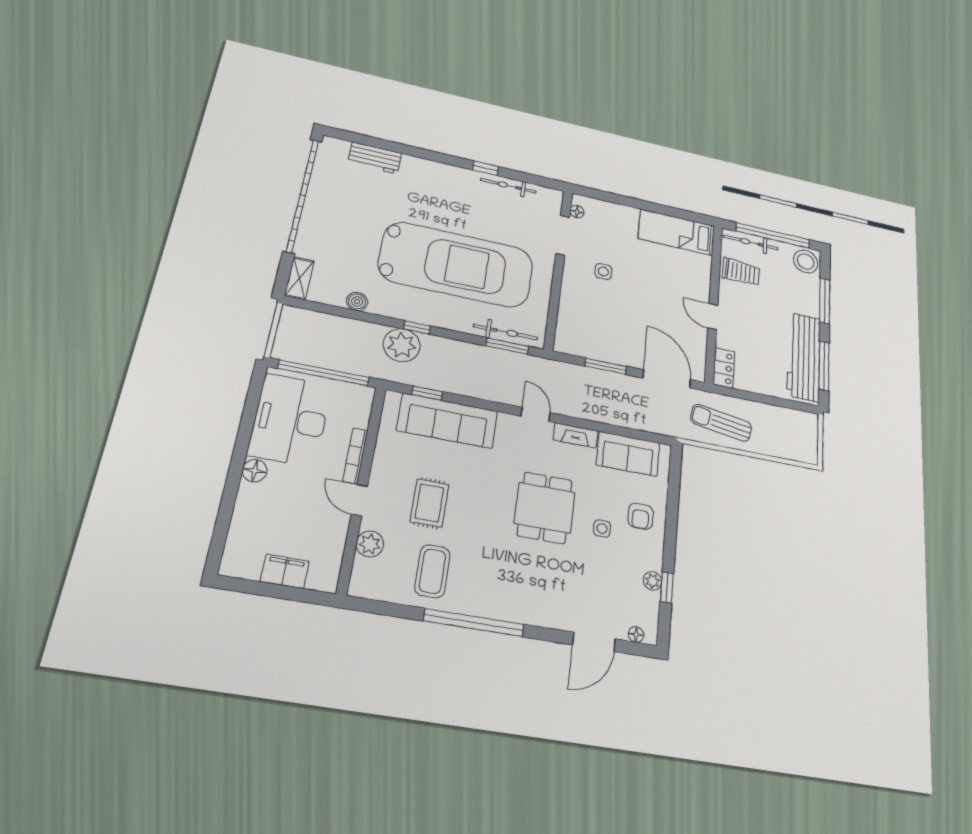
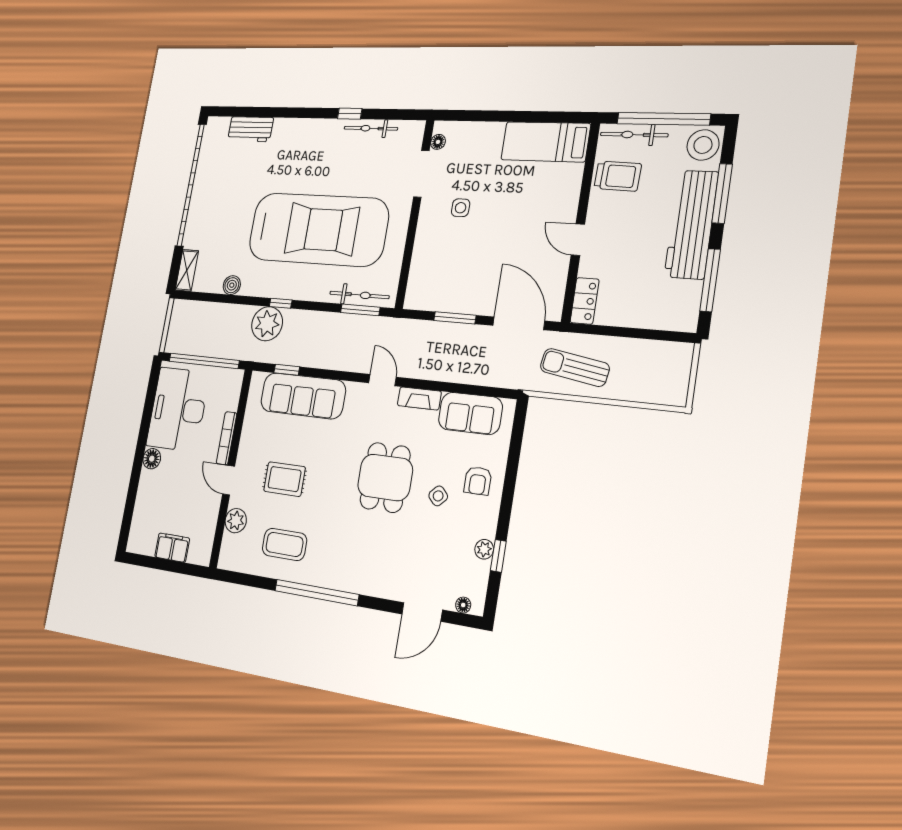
workbench: (804, 357) -> (691, 224), moved
rug: (429, 503) -> (285, 479), turned 90
side table: (602, 528) -> (438, 496), turned 45
coffee table: (432, 571) -> (284, 544), turned 90

